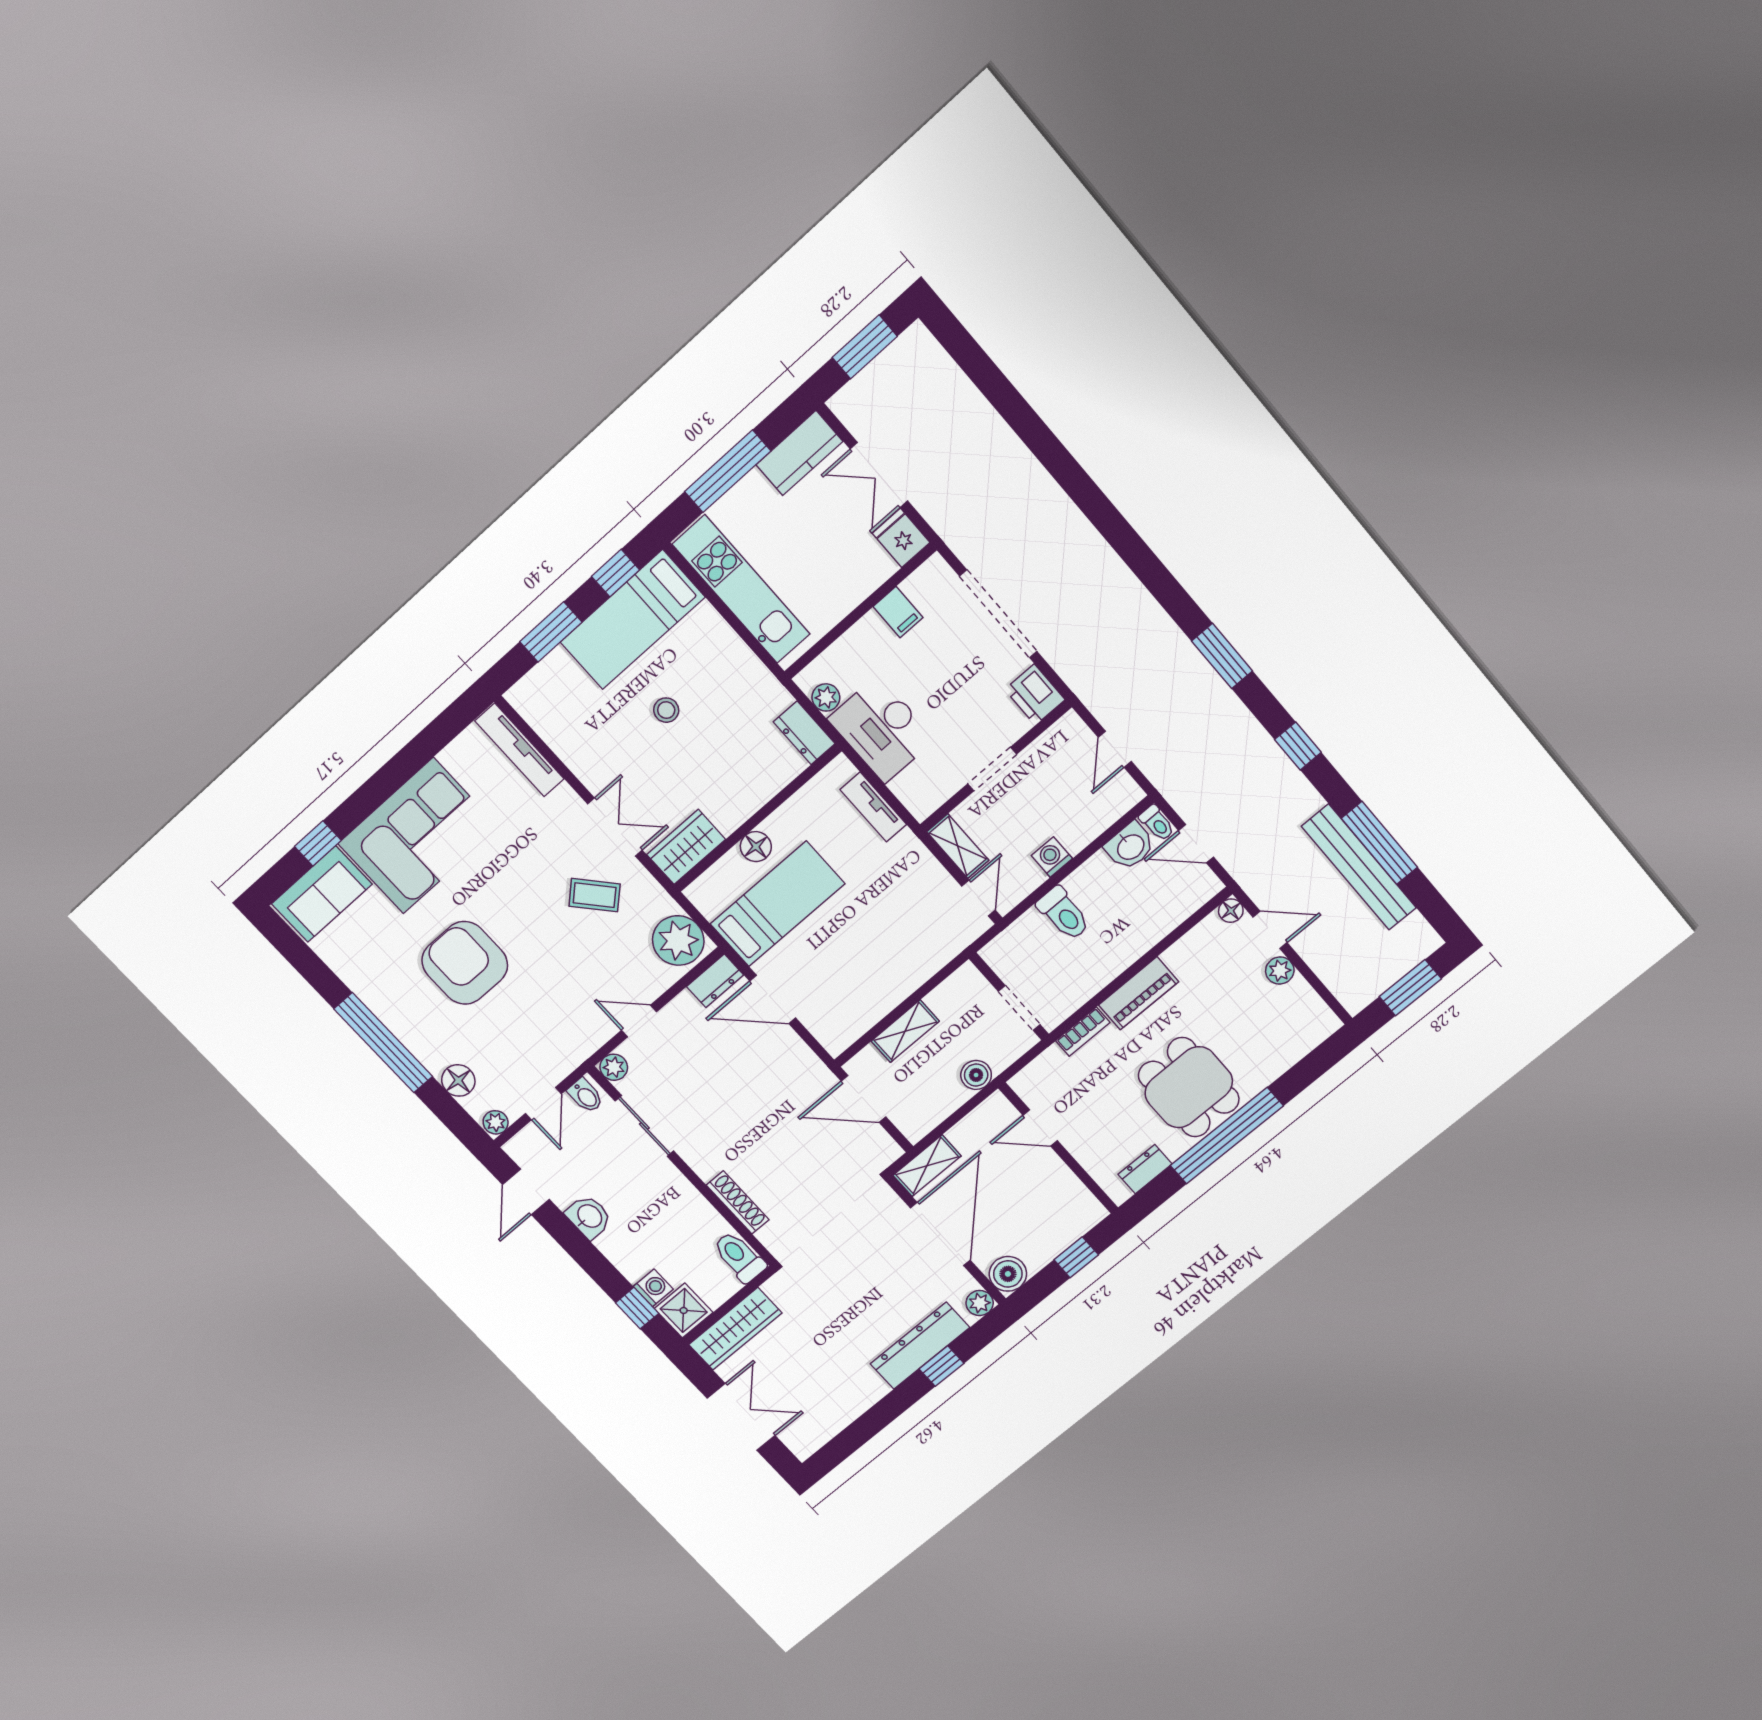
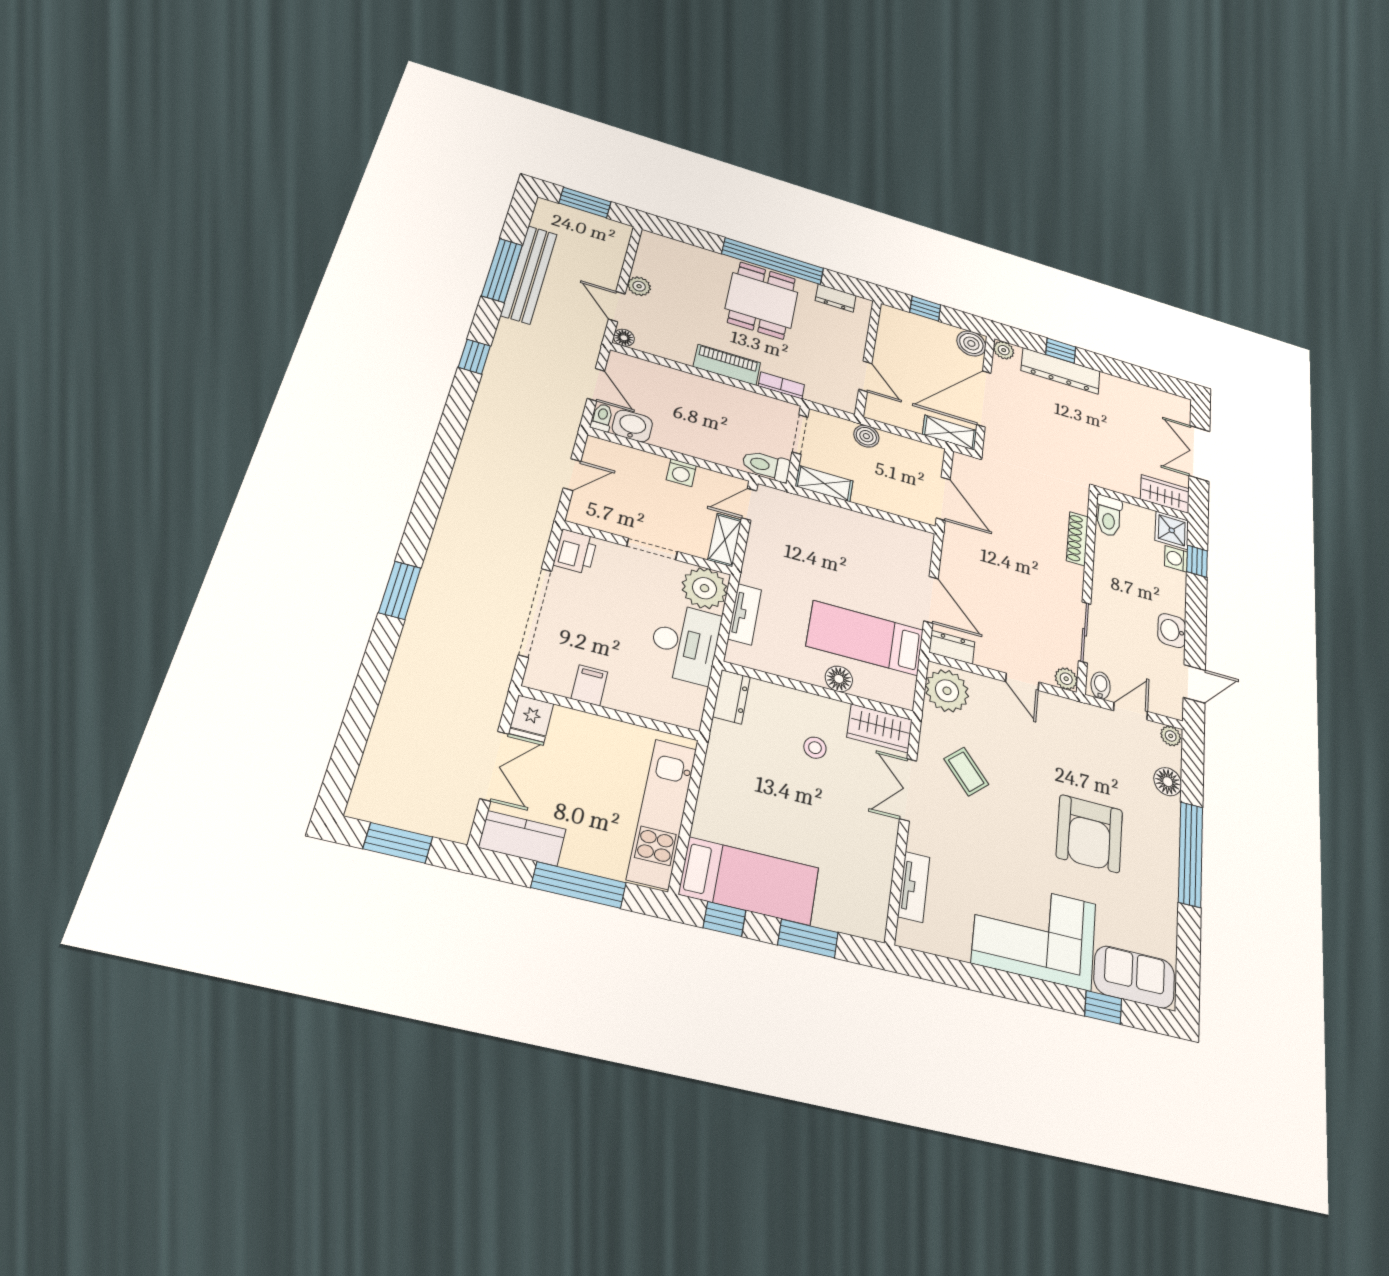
window: (1222, 656) -> (400, 590), moved
plant: (826, 697) -> (705, 588), moved, width x1.87, depth x1.87
stool: (666, 710) -> (815, 748), moved
tv unit: (520, 750) -> (914, 887), width x0.71
toilet: (1064, 914) -> (766, 466), moved, turned -90
shelving: (905, 1031) -> (824, 484), moved
wardrobe: (735, 1329) -> (1165, 494), width x0.67

